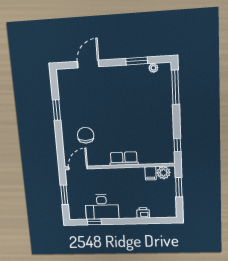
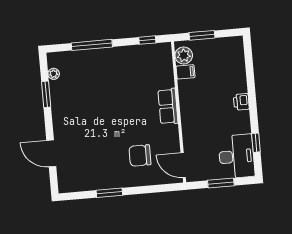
window: (175, 87) -> (92, 45), moved
desk: (102, 207) -> (236, 156), moved
printer: (143, 213) -> (241, 102), moved

